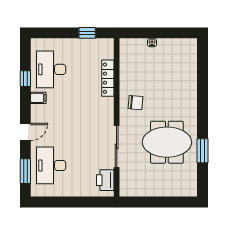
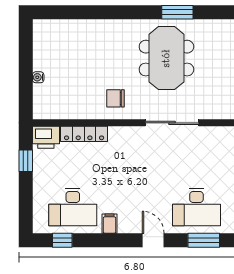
window: (25, 79) -> (62, 240), moved
chair: (136, 103) -> (115, 98), turned -95
printer: (105, 180) -> (46, 137), moved

